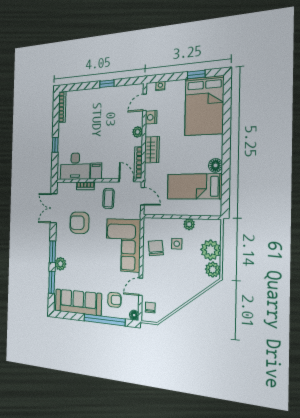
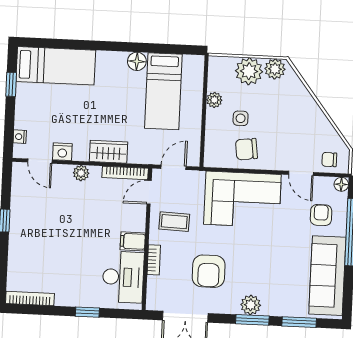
bed: (204, 106) -> (56, 66), width x0.67
plant: (60, 264) -> (251, 305), moved

